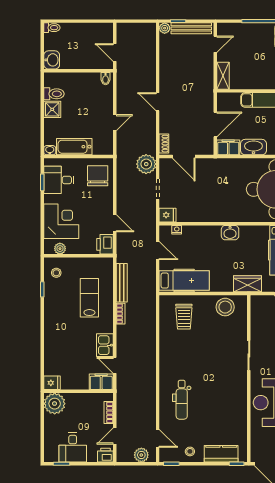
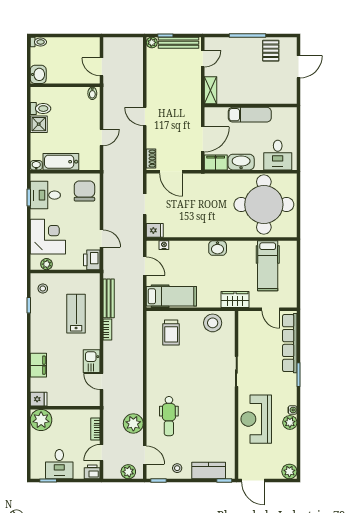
plant: (146, 164) -> (133, 423), moved
filing cabinet: (101, 382) -> (38, 365), moved, turned 90

